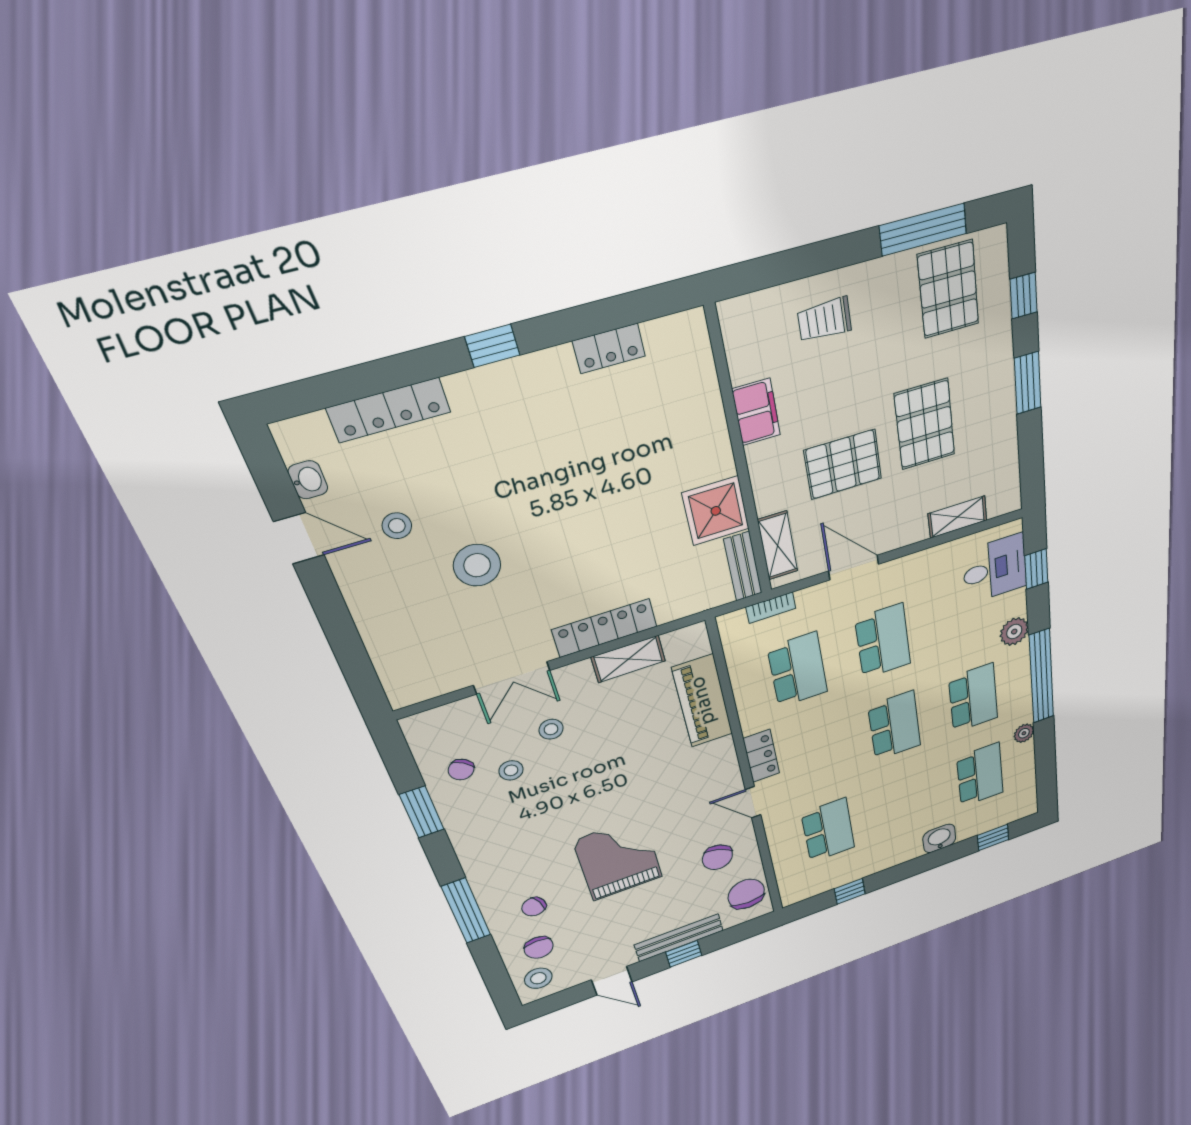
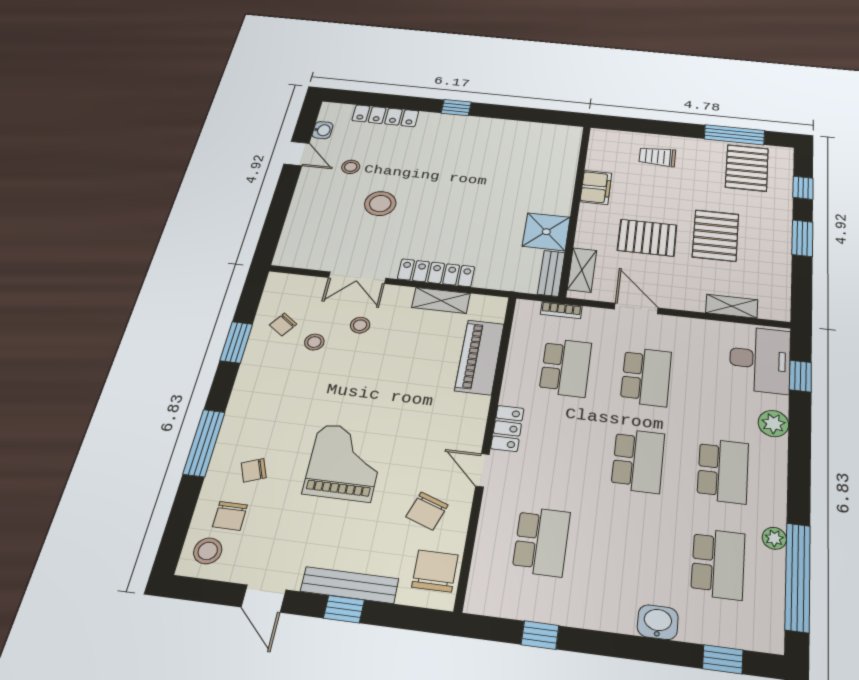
locker: (609, 348) -> (519, 129), removed
desk: (995, 569) -> (760, 359), width x1.37
window: (1041, 676) -> (798, 577), moved

